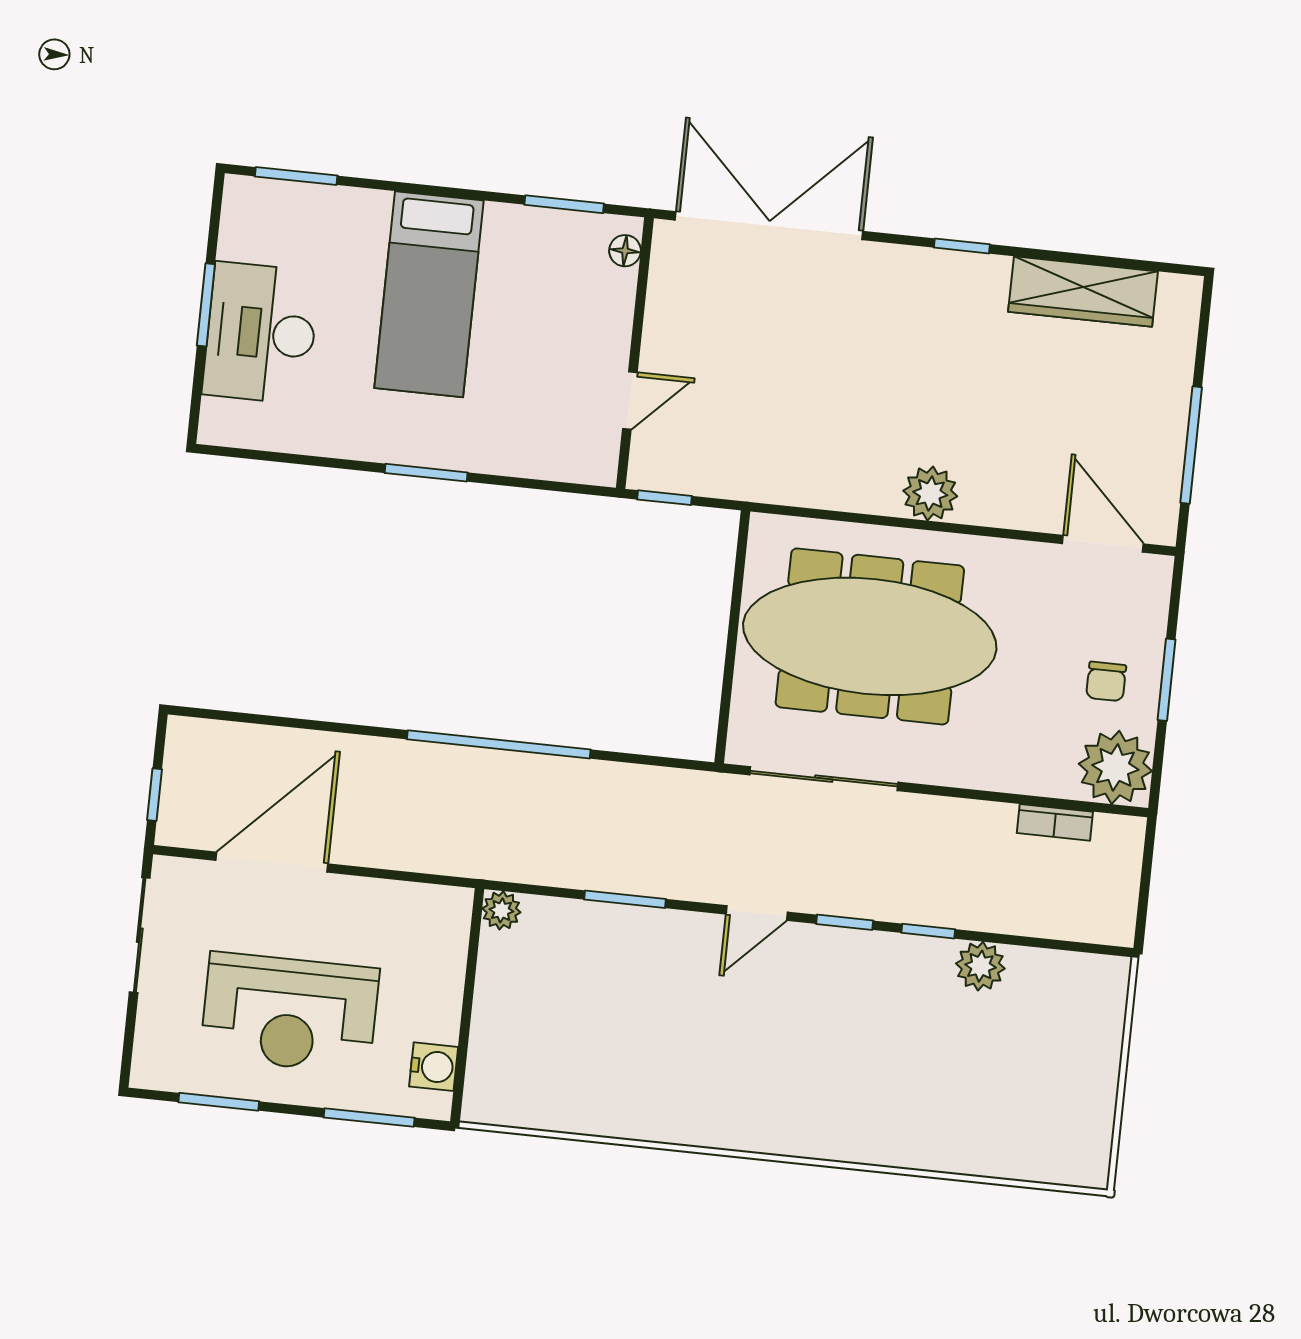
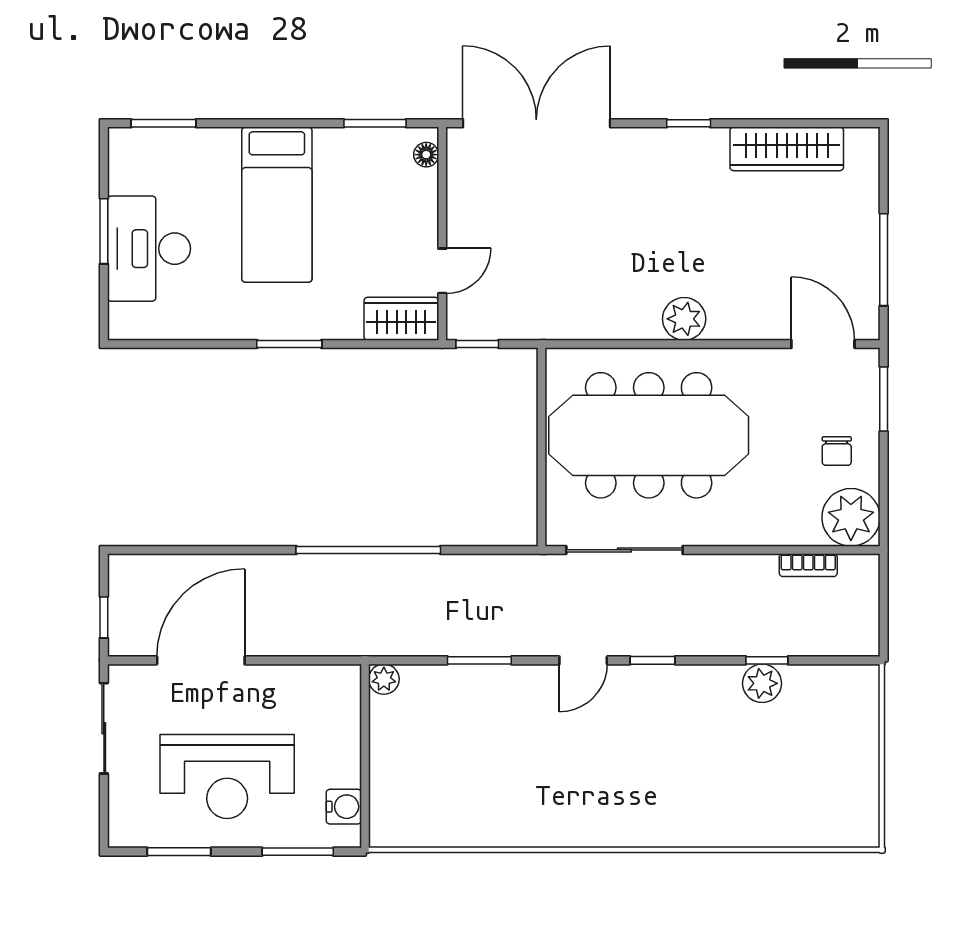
wardrobe: (572, 456) -> (401, 319), added
window: (1166, 680) -> (884, 399), moved
window: (928, 931) -> (767, 660), moved

